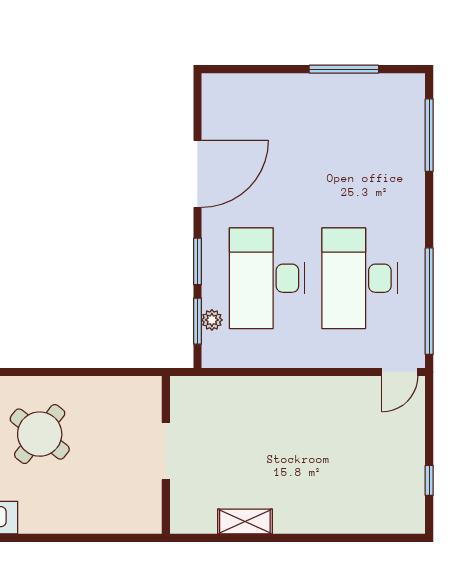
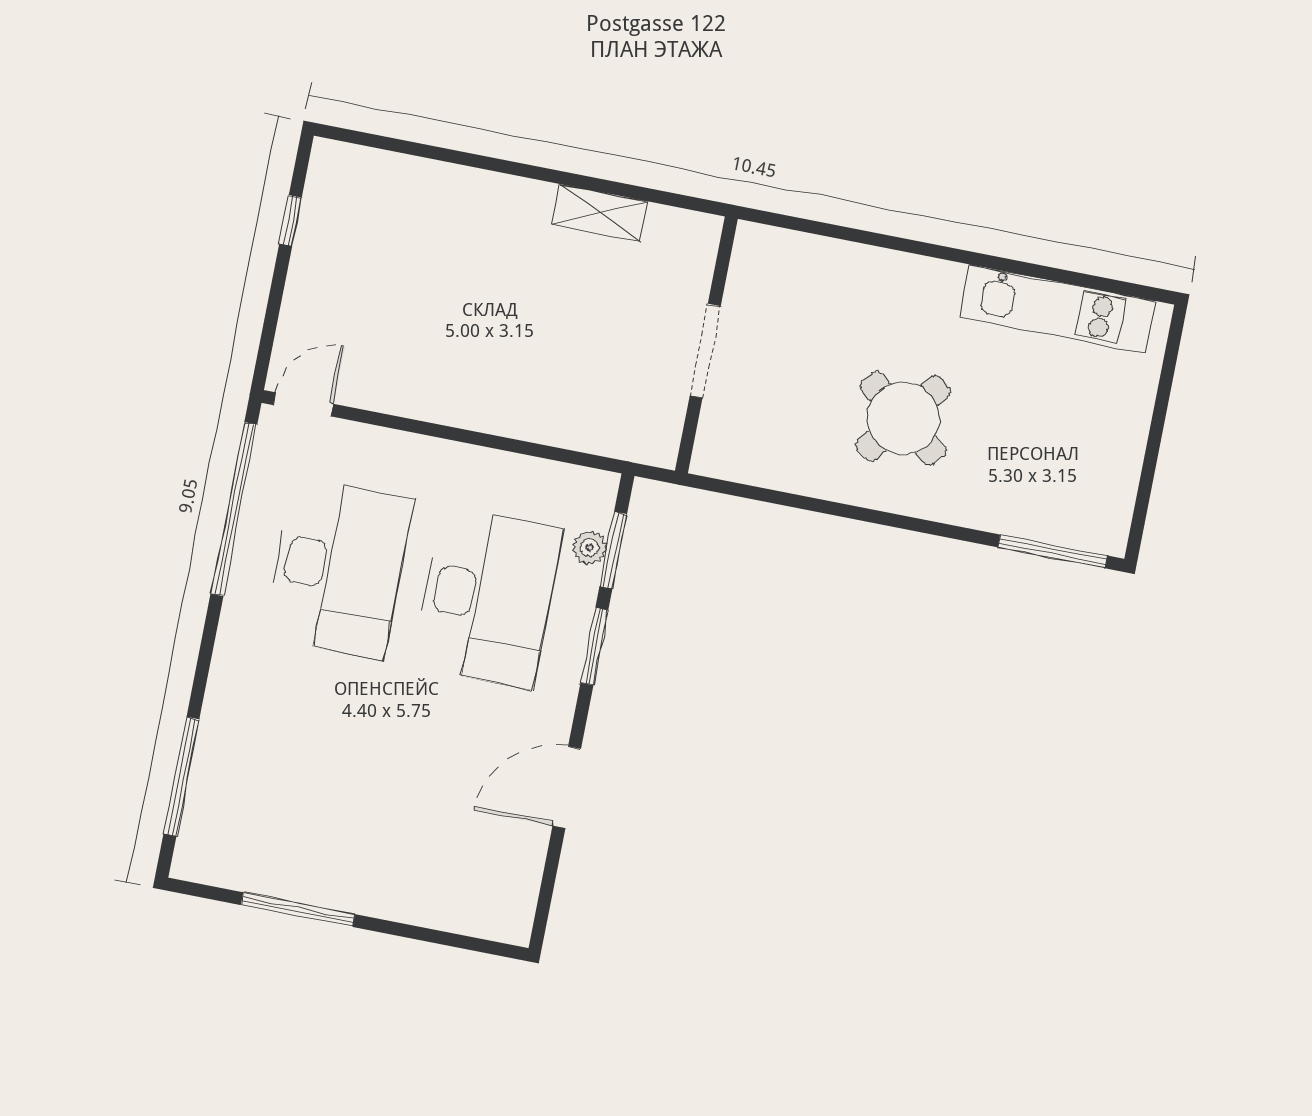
door: (197, 174) -> (567, 787), width x0.73

